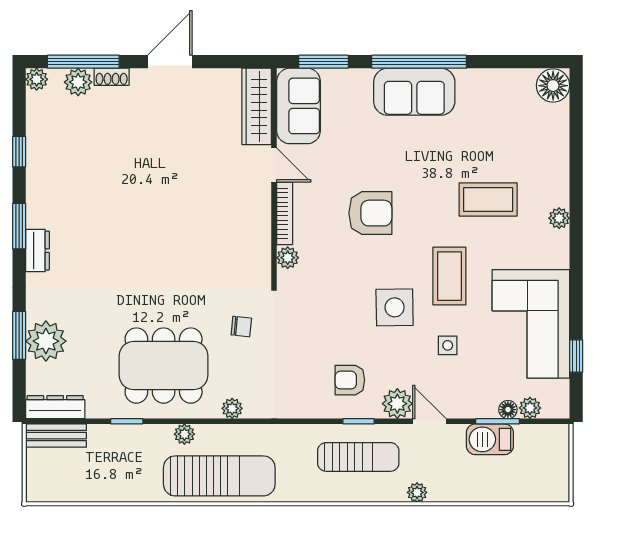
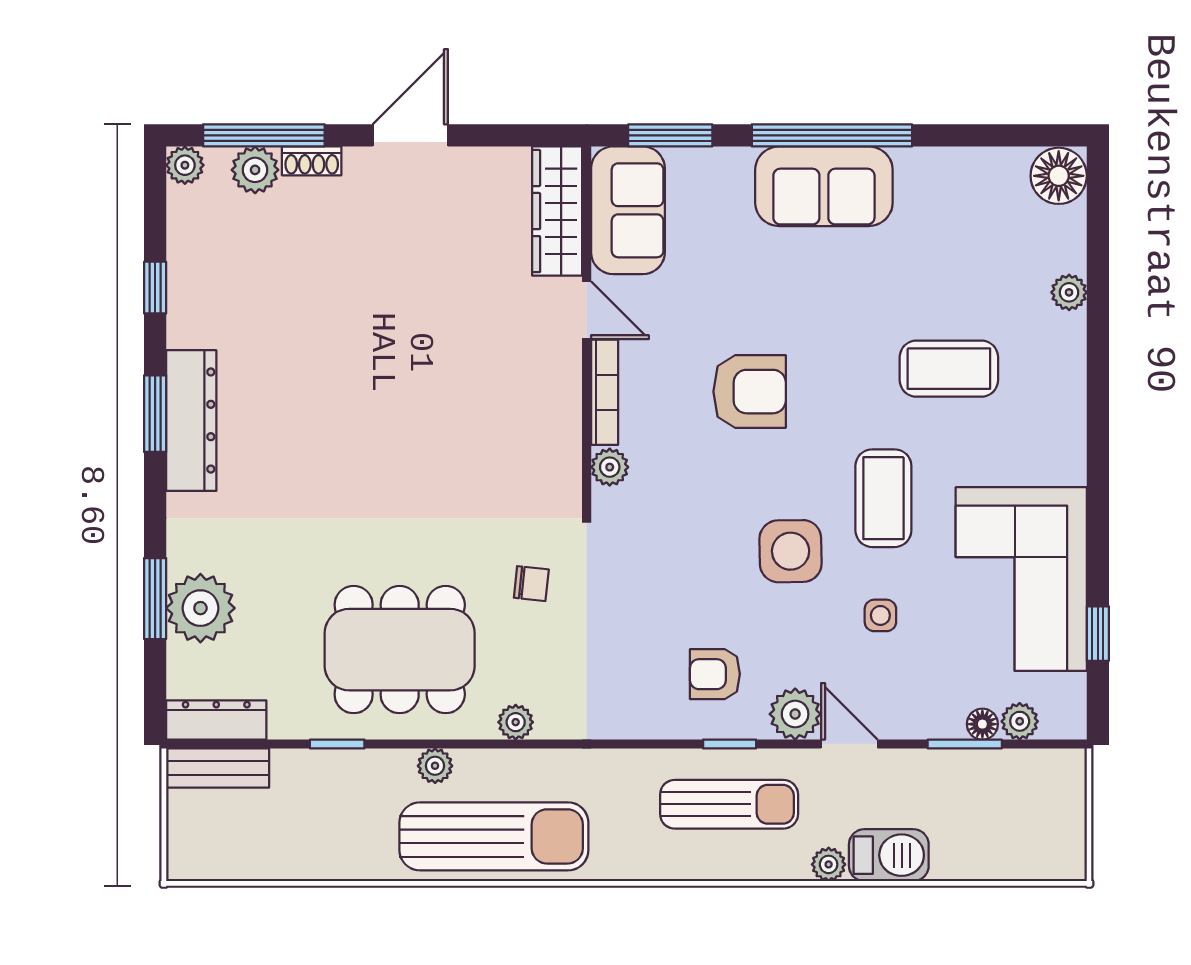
plant: (559, 218) -> (1069, 292), moved
dresser: (38, 251) -> (191, 421), width x1.96, depth x1.24
barbecue: (490, 439) -> (889, 855), moved, turned 180

